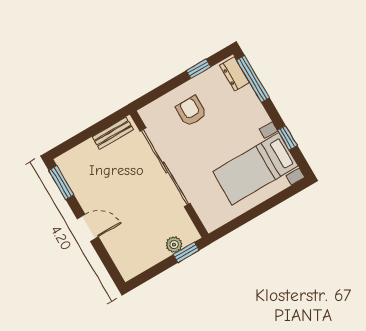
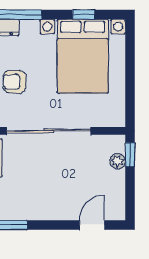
bed with nightstands: (255, 169) -> (83, 56), width x1.36
door: (88, 228) -> (92, 225), moved

